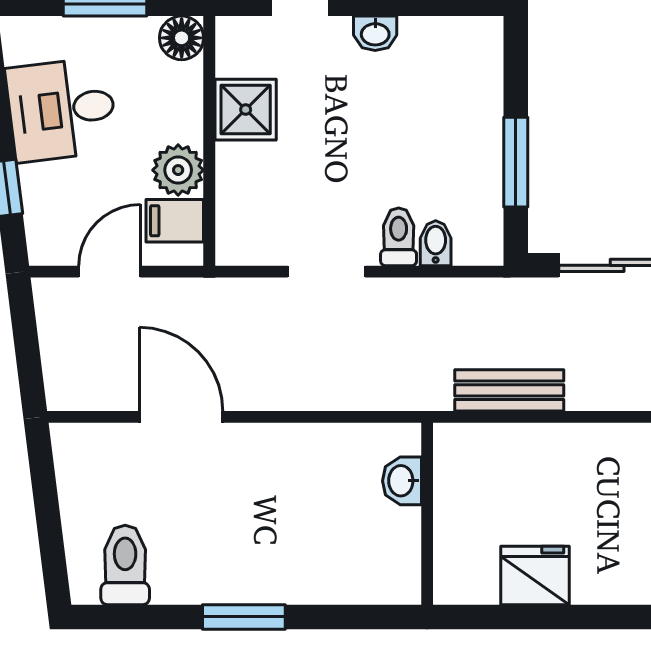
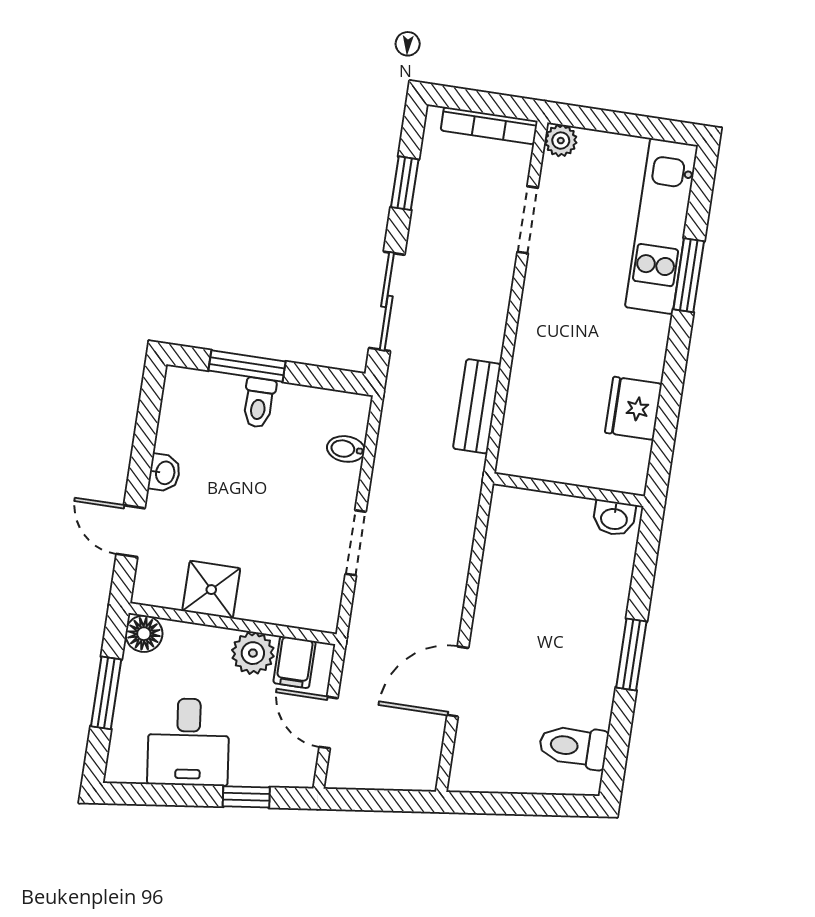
window: (516, 162) -> (247, 366), moved
toilet: (399, 237) -> (259, 403), moved, turned -90
washbasin: (402, 481) -> (614, 518), moved

